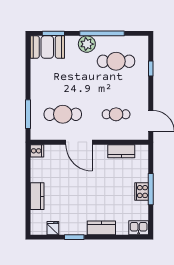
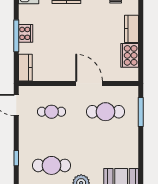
cooker: (37, 151) -> (130, 55), moved, width x1.87, depth x1.31
kitchen counter: (121, 151) -> (25, 68), moved, turned 90

